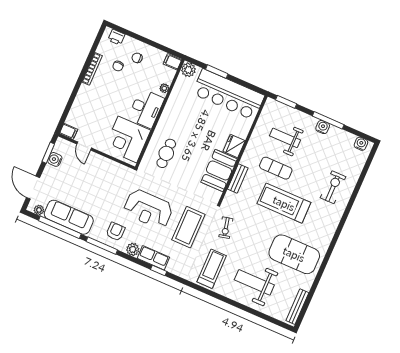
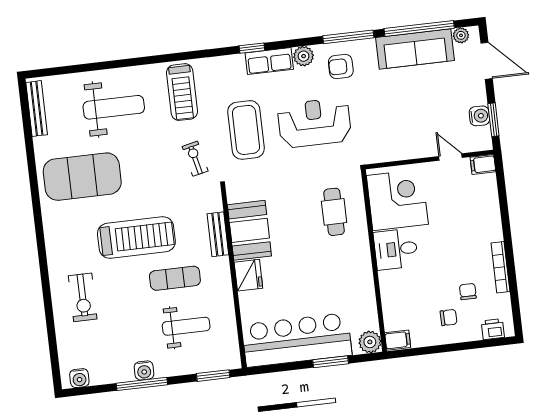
plant: (164, 88) -> (388, 298), removed
desk: (146, 109) -> (396, 249), width x0.73
armchair: (116, 232) -> (341, 66), turned 90

